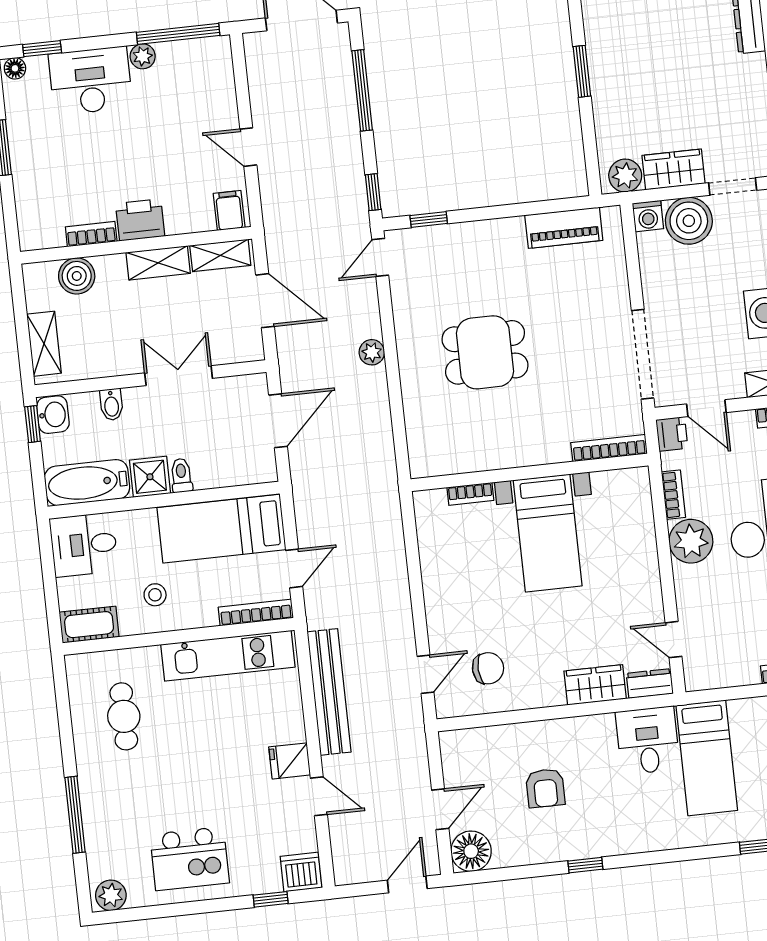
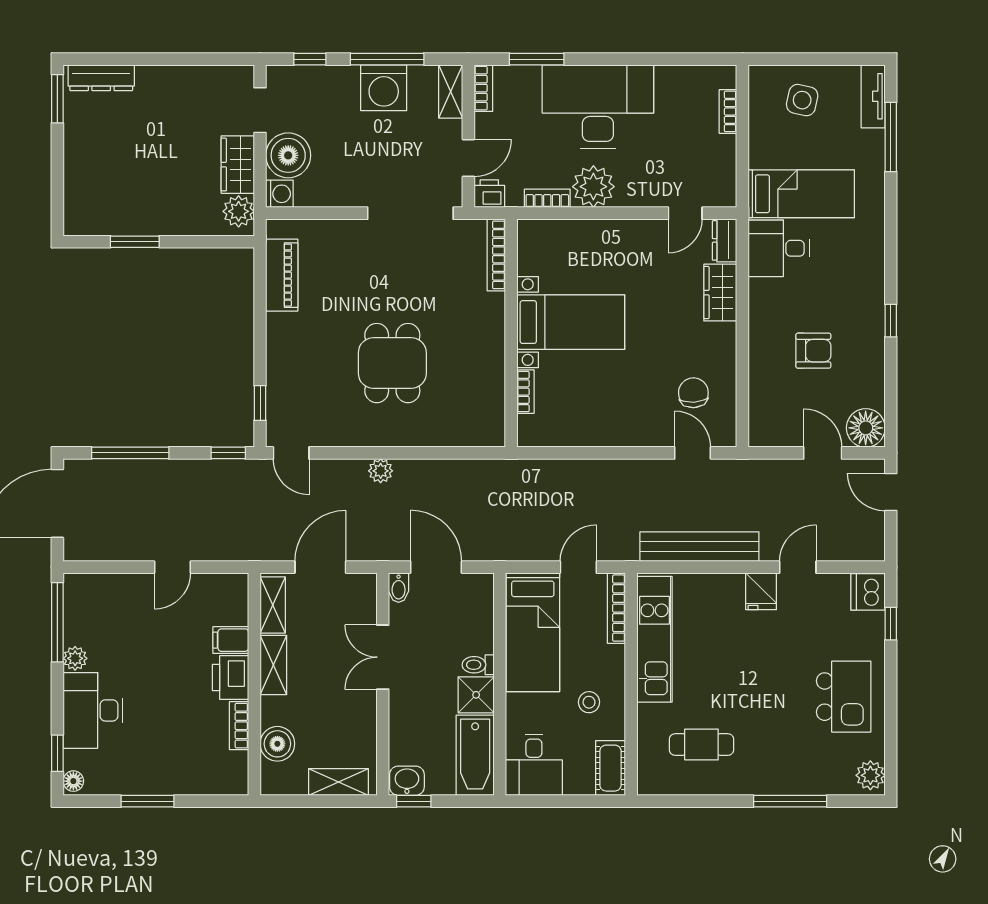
filing cabinet: (229, 210) -> (231, 640), moved
bidet: (111, 404) -> (399, 588), moved, turned 90
door: (294, 568) -> (578, 567), hinge flipped

